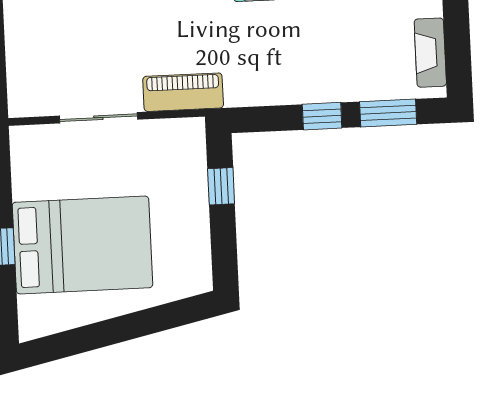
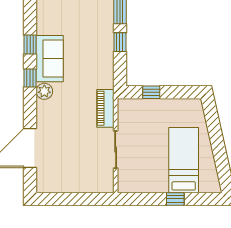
bed: (82, 245) -> (184, 160), width x0.67

